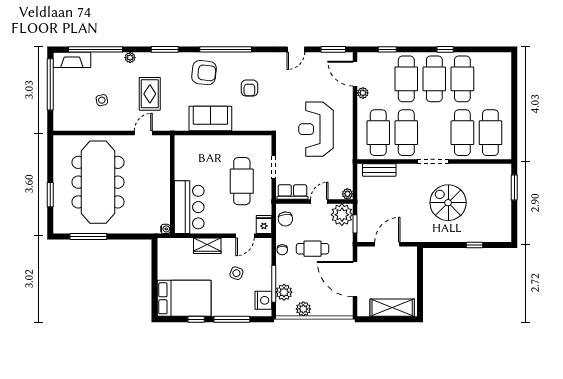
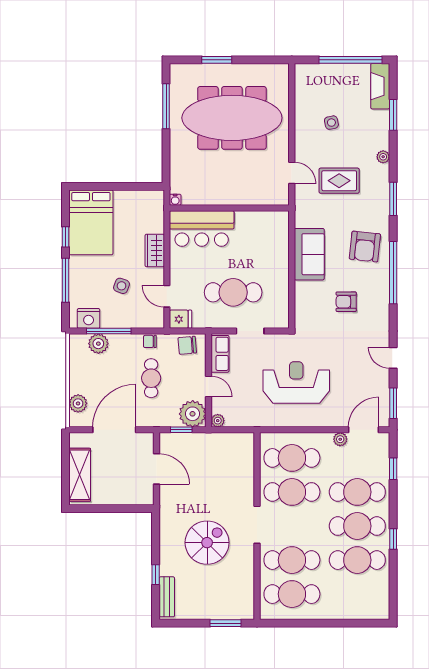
window: (96, 49) -> (393, 115), width x0.47
bench: (379, 170) -> (167, 597), moved
plant: (303, 309) -> (78, 403), moved

